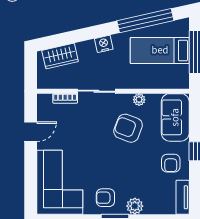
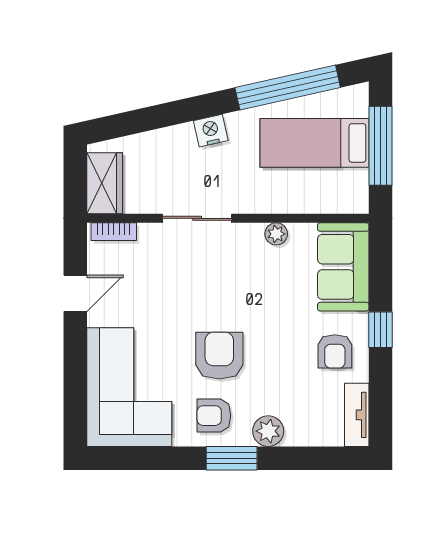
wardrobe: (60, 56) -> (105, 183), moved, turned -77
bookcase: (65, 98) -> (114, 232), moved
armchair: (128, 128) -> (219, 356), moved, turned 69

